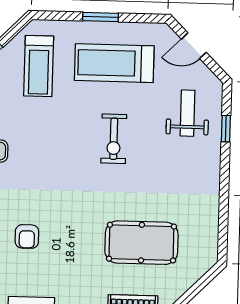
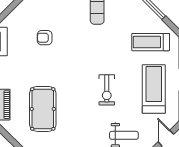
exercise bike: (114, 139) -> (107, 90), turned -90

